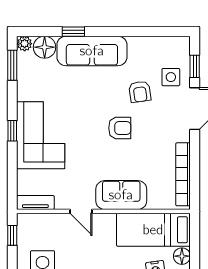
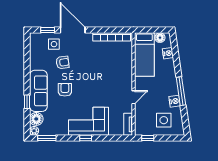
armchair: (120, 128) -> (65, 90), moved
sofa: (121, 195) -> (124, 73), removed

